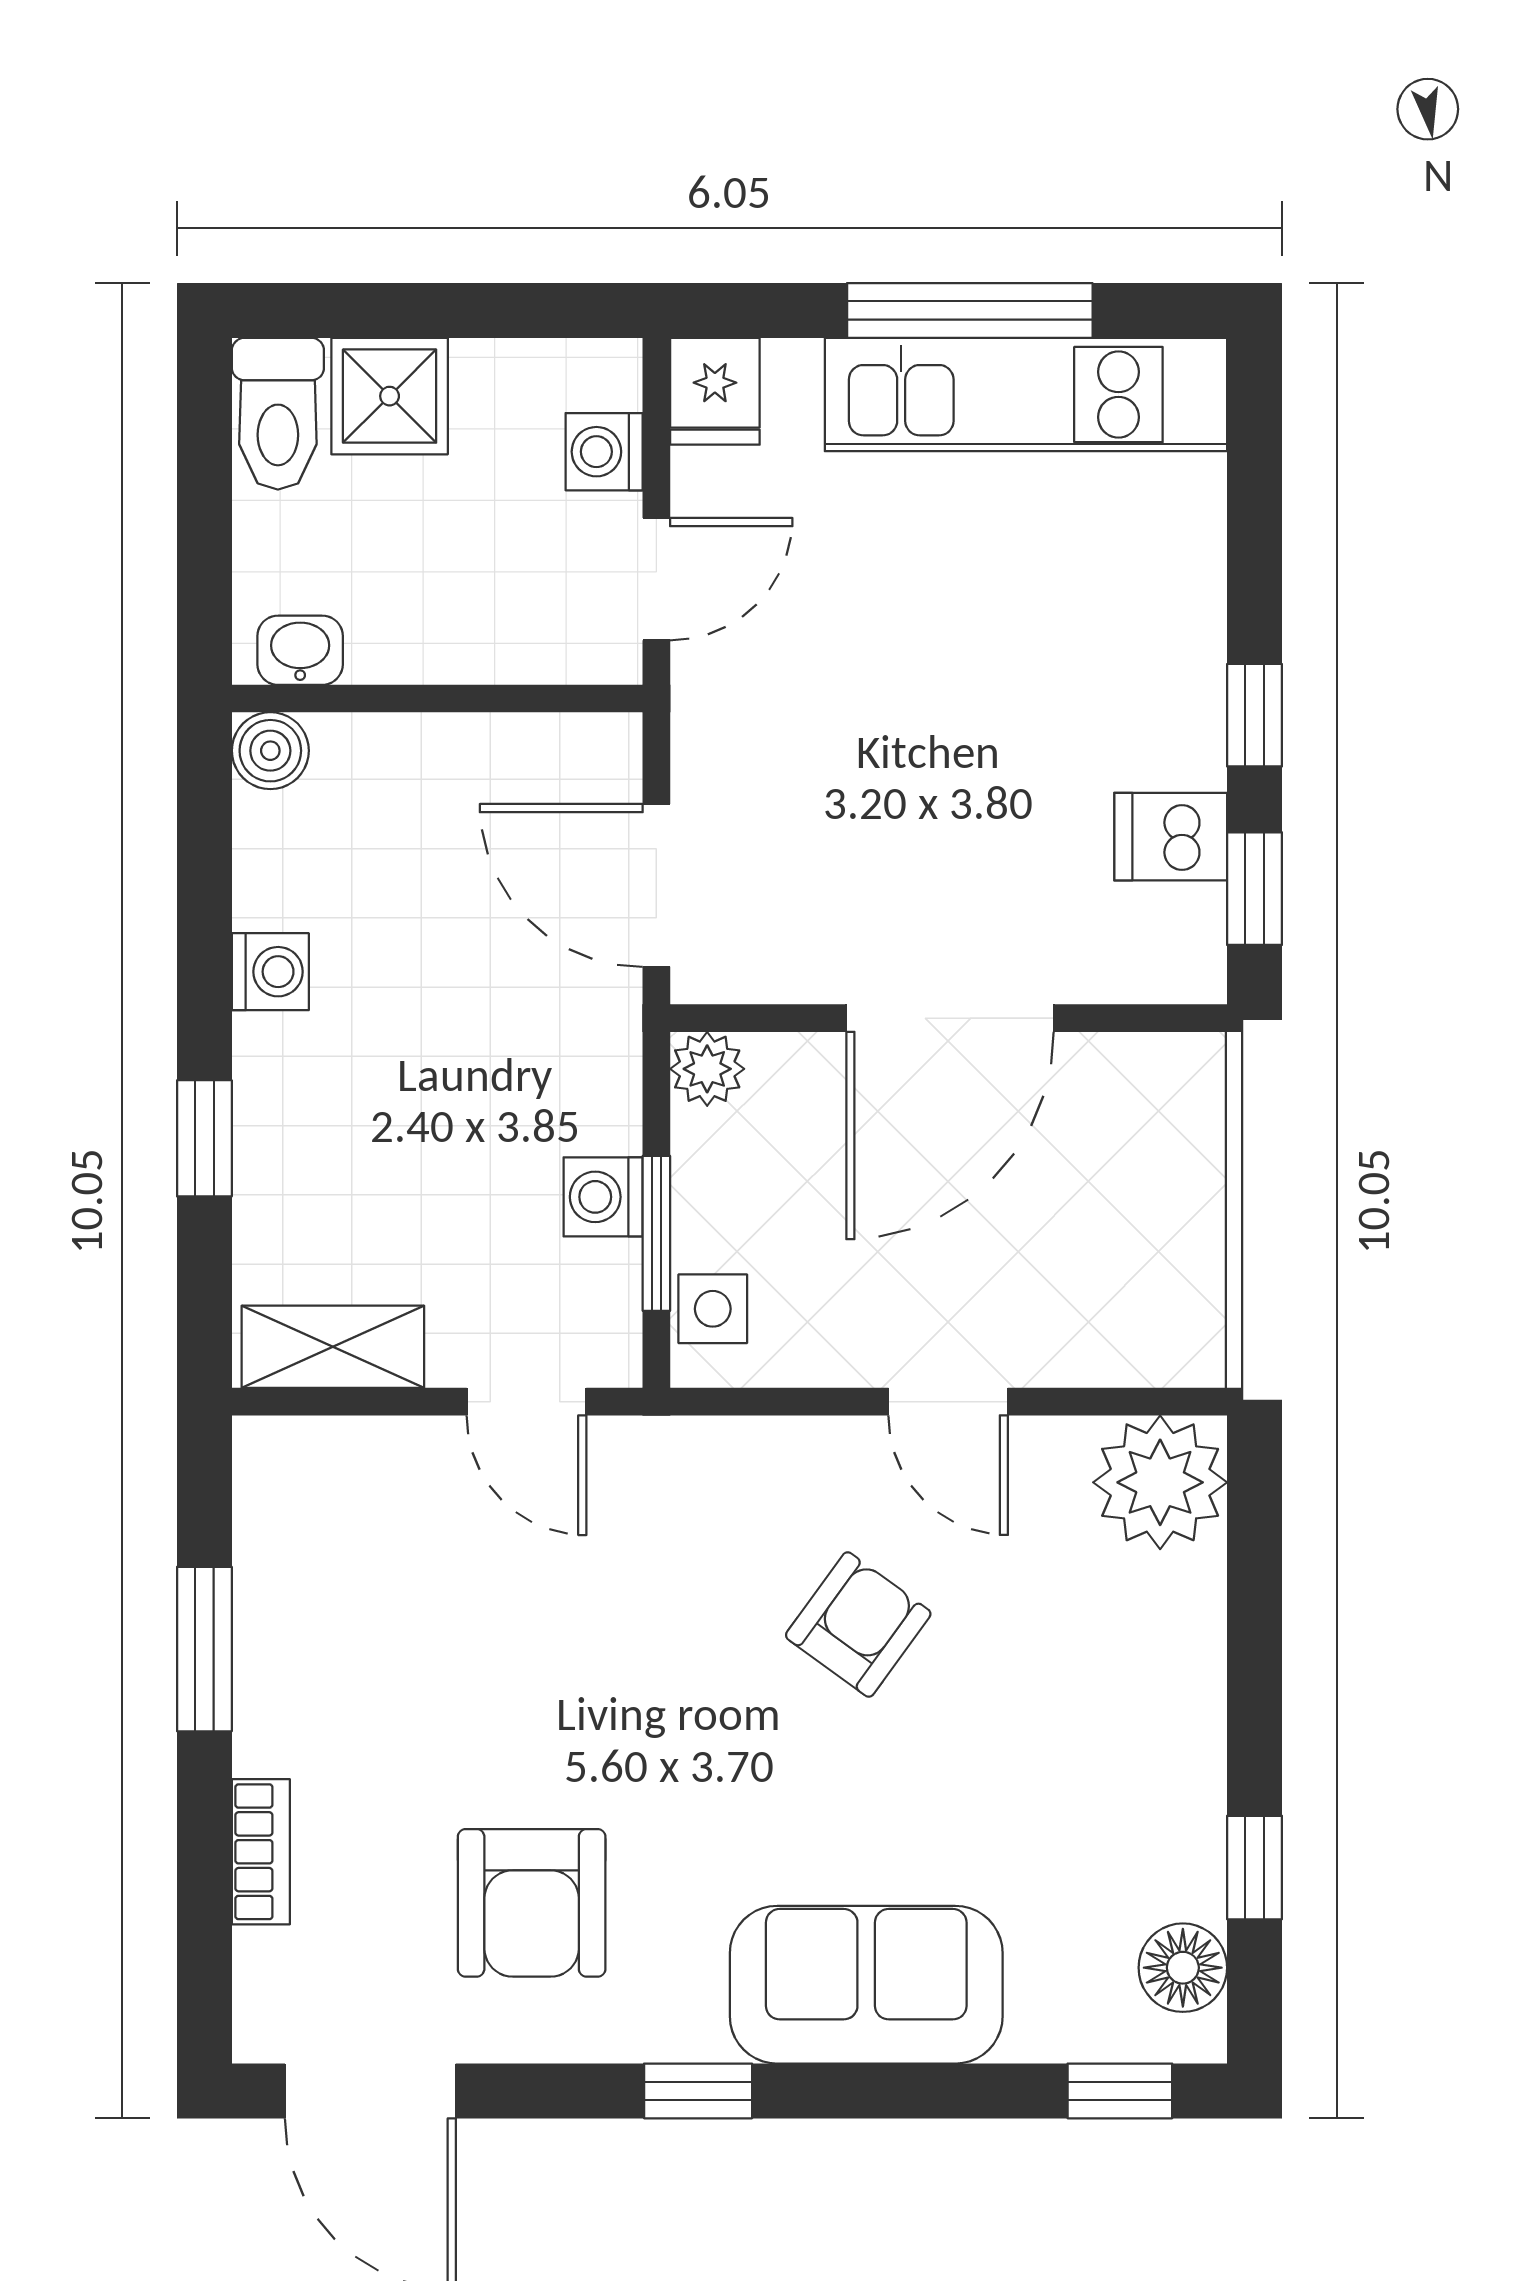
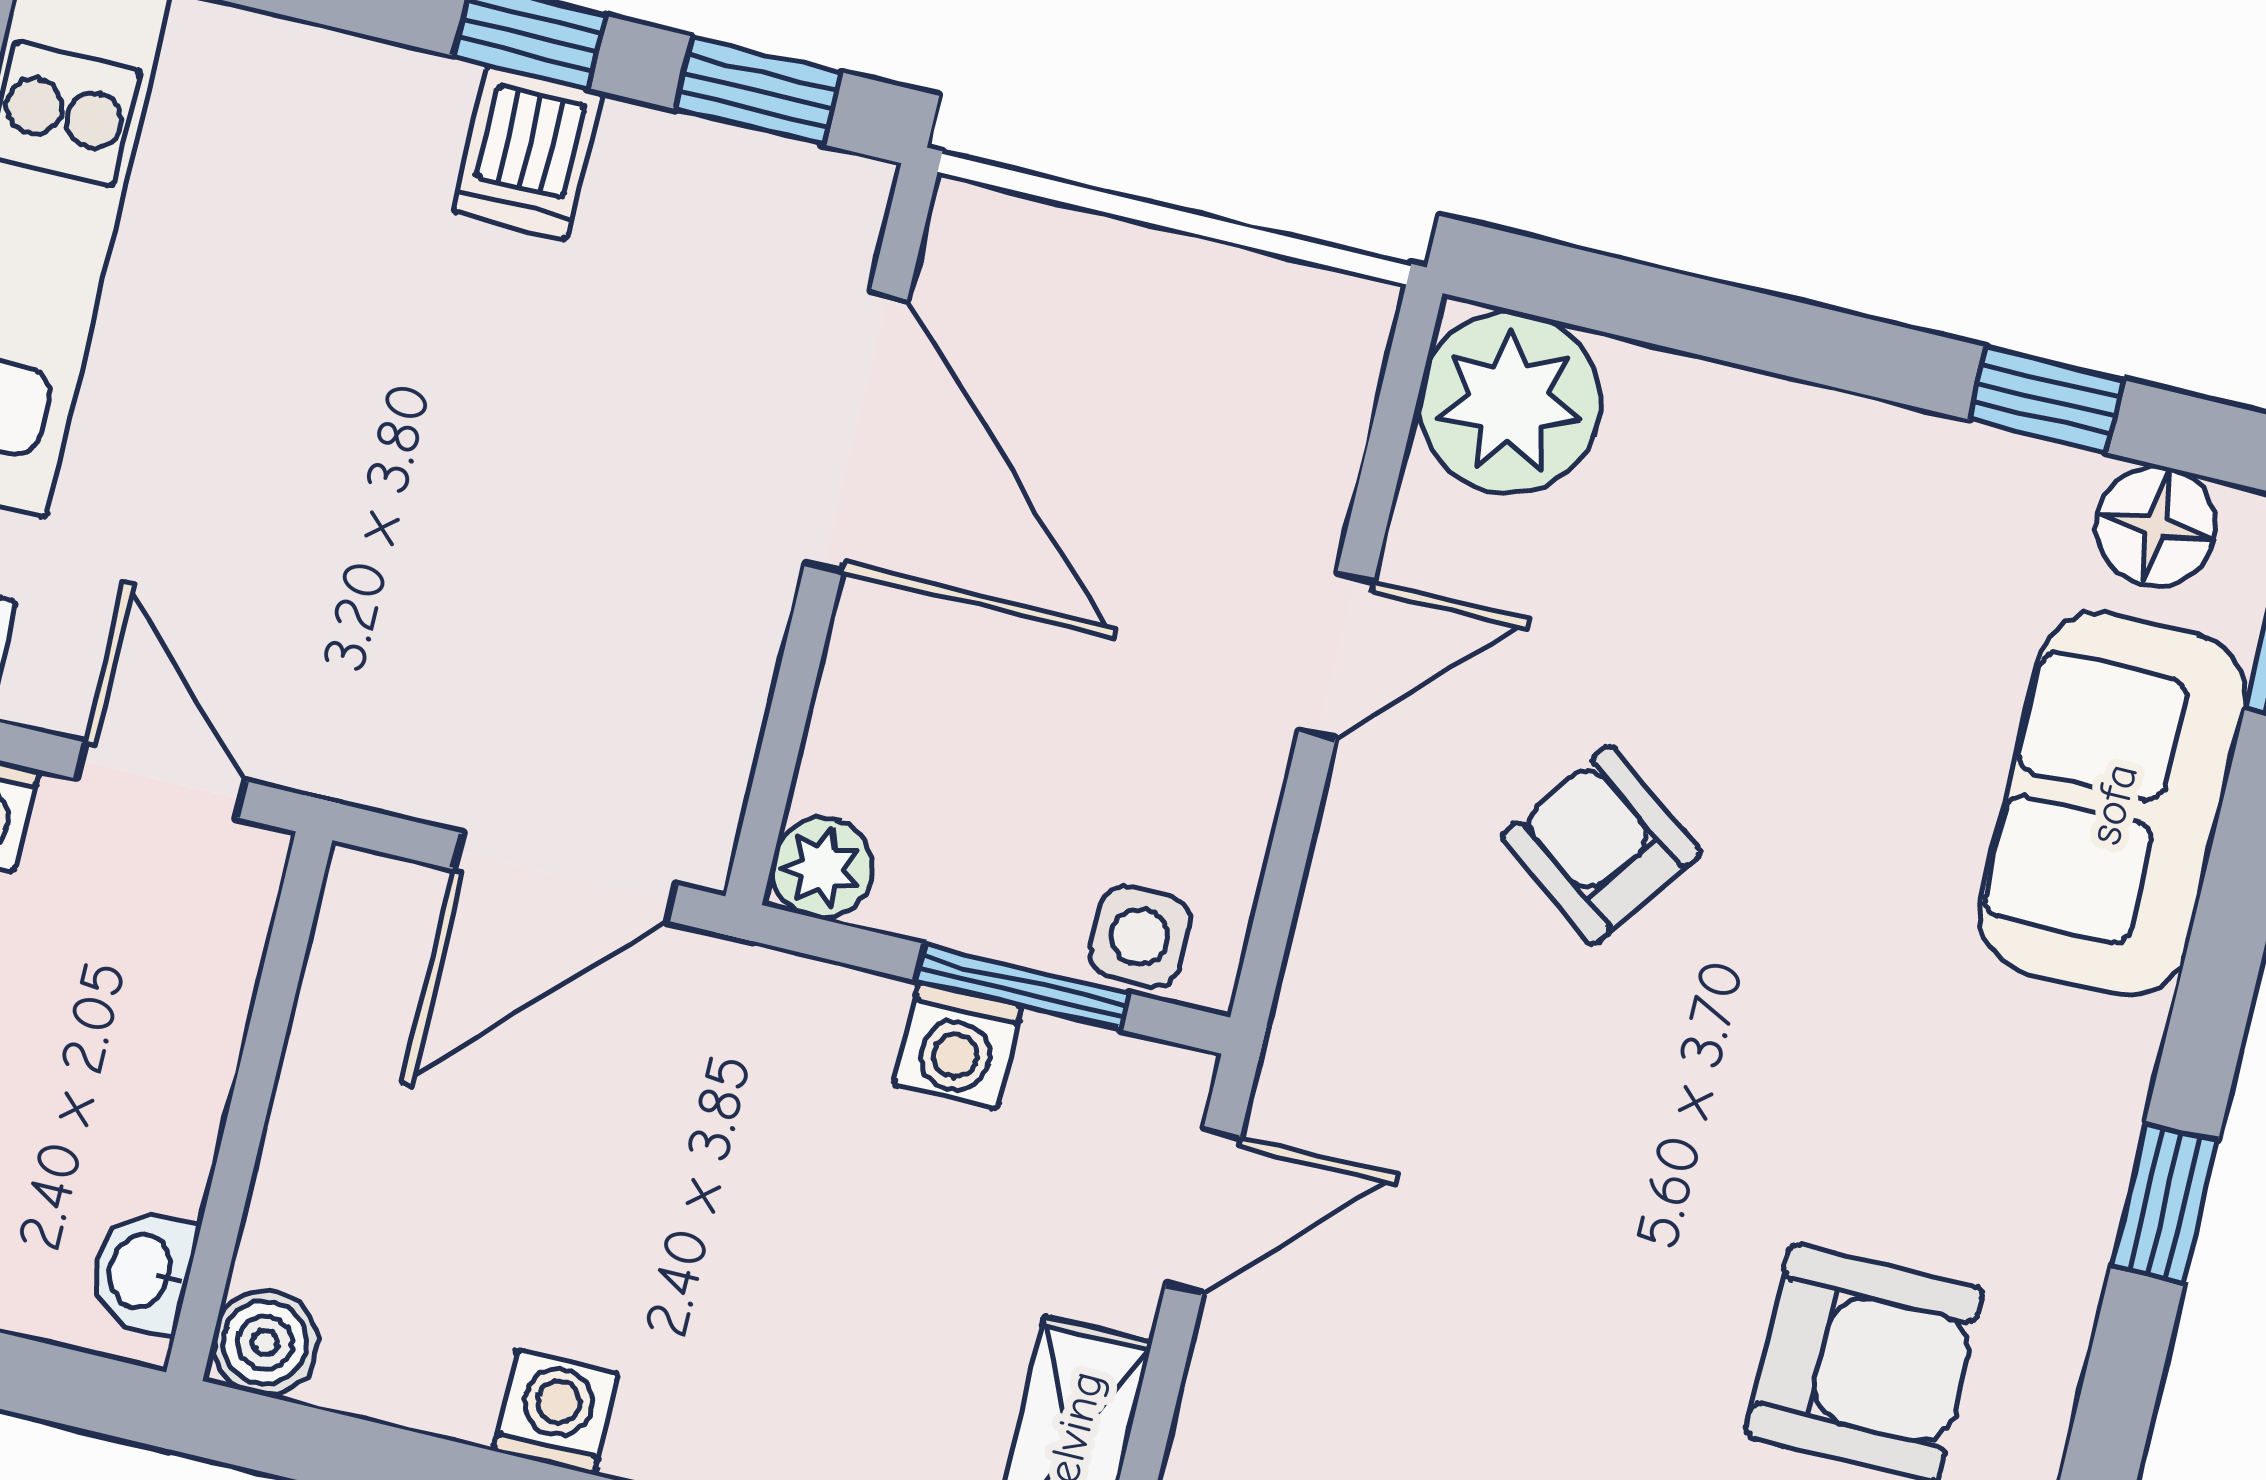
dishwasher: (1171, 837) -> (528, 152), moved
door: (950, 1018) -> (856, 432), moved
sofa: (866, 1985) -> (2113, 804), moved

